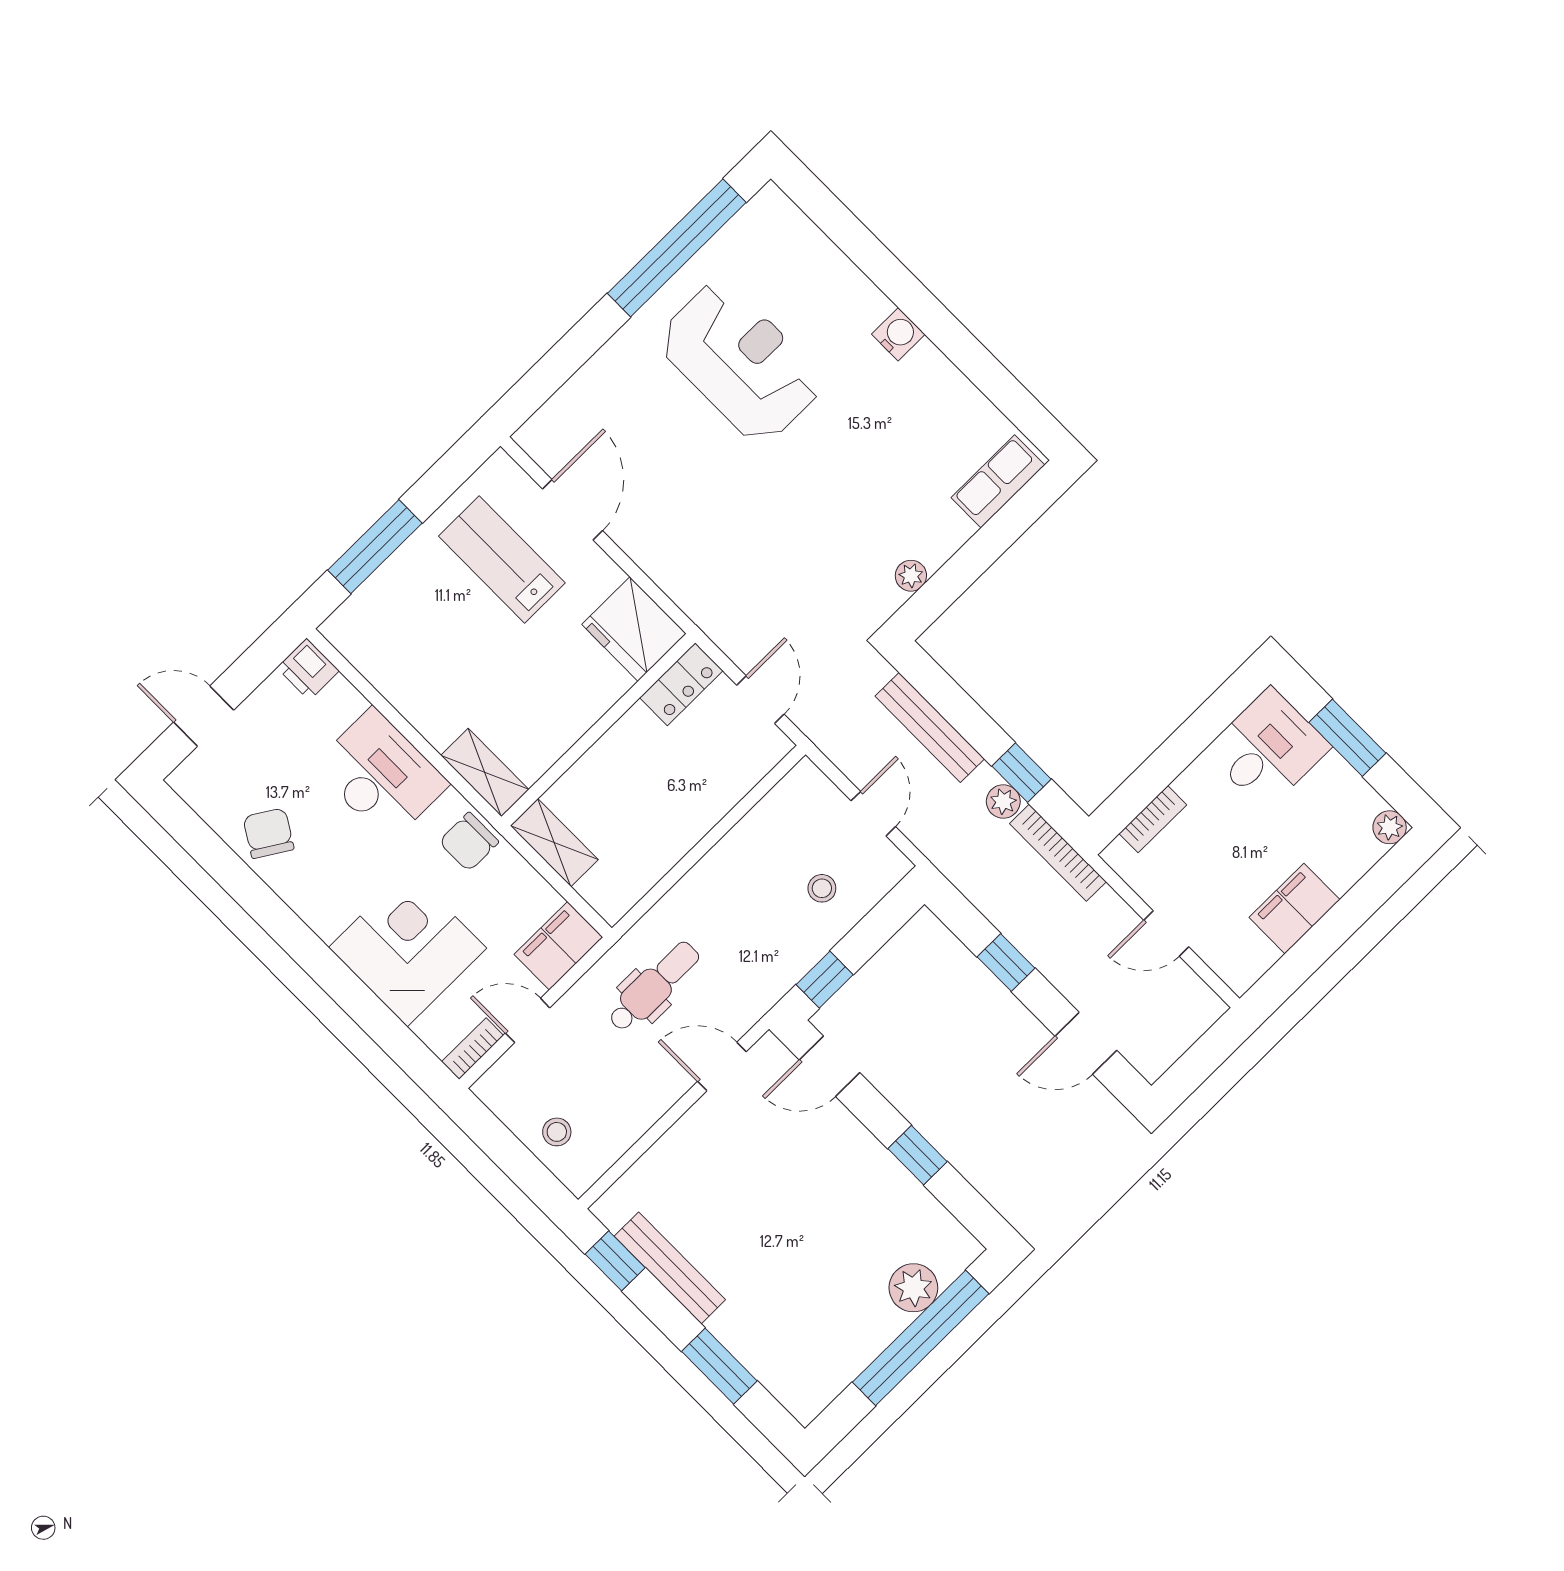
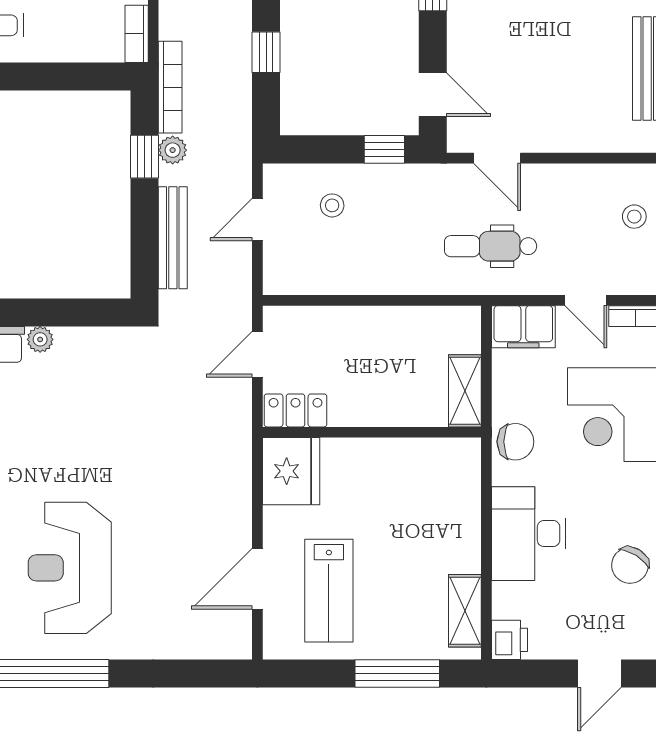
plant: (911, 576) -> (40, 339), moved
door: (204, 716) -> (599, 673), hinge flipped
shelving: (485, 772) -> (465, 611), moved
bookcase: (1153, 819) -> (137, 34), moved, turned -90

